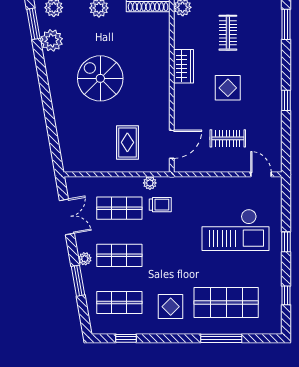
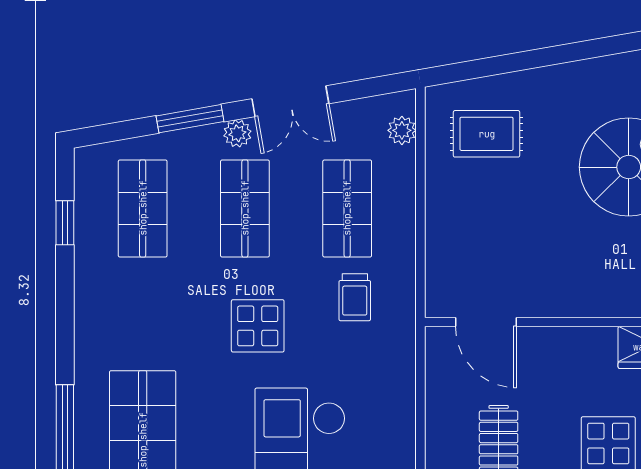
rug: (127, 142) -> (487, 134), moved
plant: (150, 183) -> (402, 130), moved
double door: (67, 217) -> (290, 101), moved
display table: (171, 307) -> (258, 326), moved

